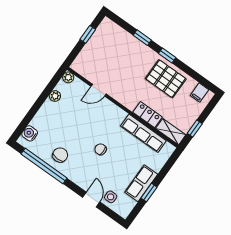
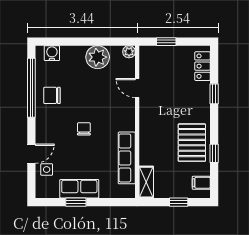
window: (88, 34) -> (166, 42), moved
window: (167, 56) -> (214, 153), moved
plant: (55, 96) -> (98, 57), width x1.88, depth x1.88
locker: (148, 115) -> (203, 66), moved, turned 180
window: (195, 128) -> (179, 202), moved
chair: (60, 155) -> (52, 95), turned 180

